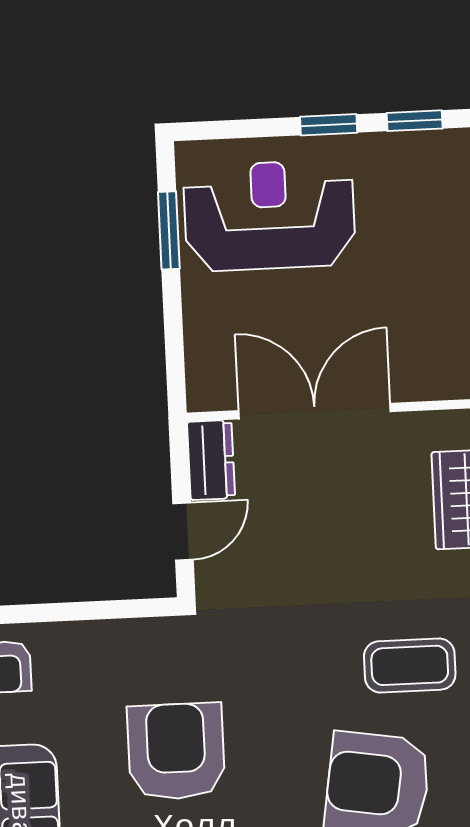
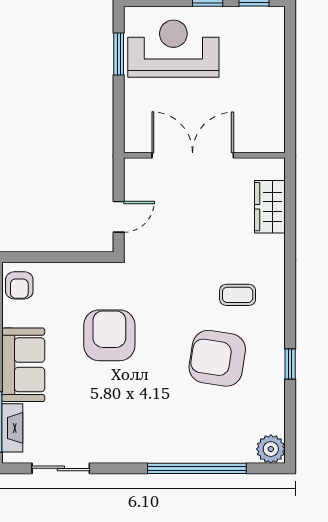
dresser: (211, 460) -> (136, 179), removed
coffee table: (410, 665) -> (238, 295), width x0.73, depth x0.77

